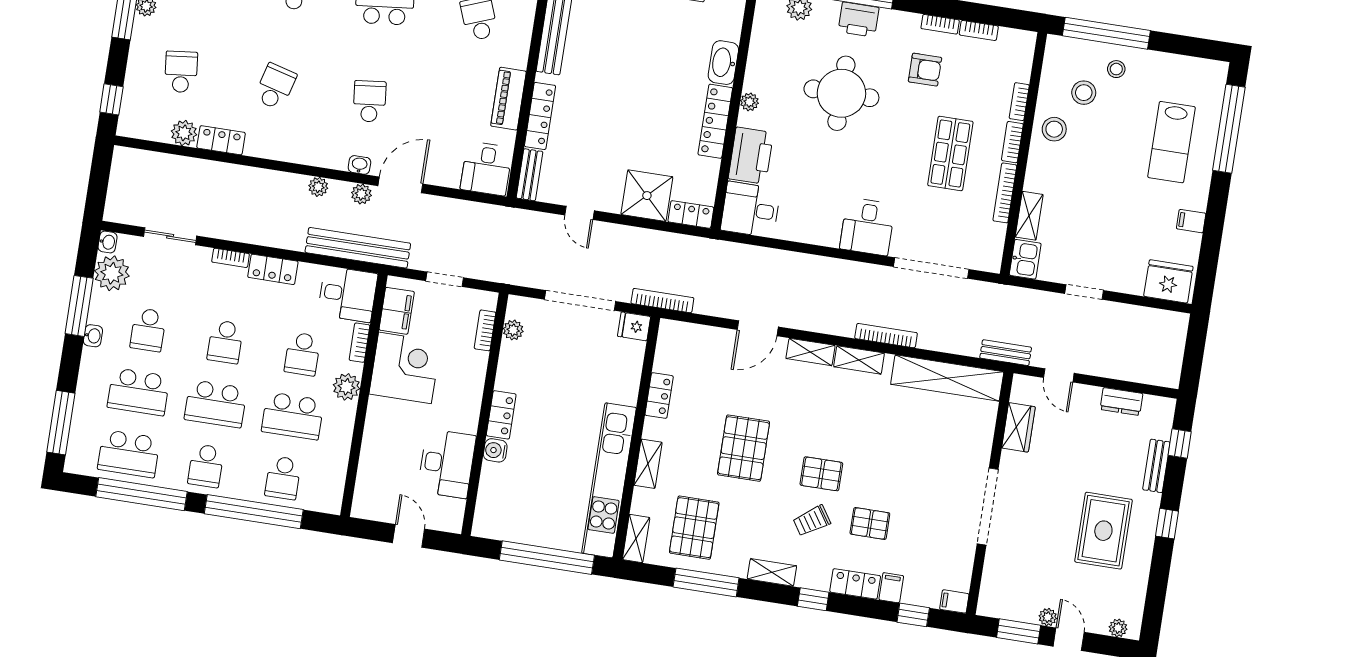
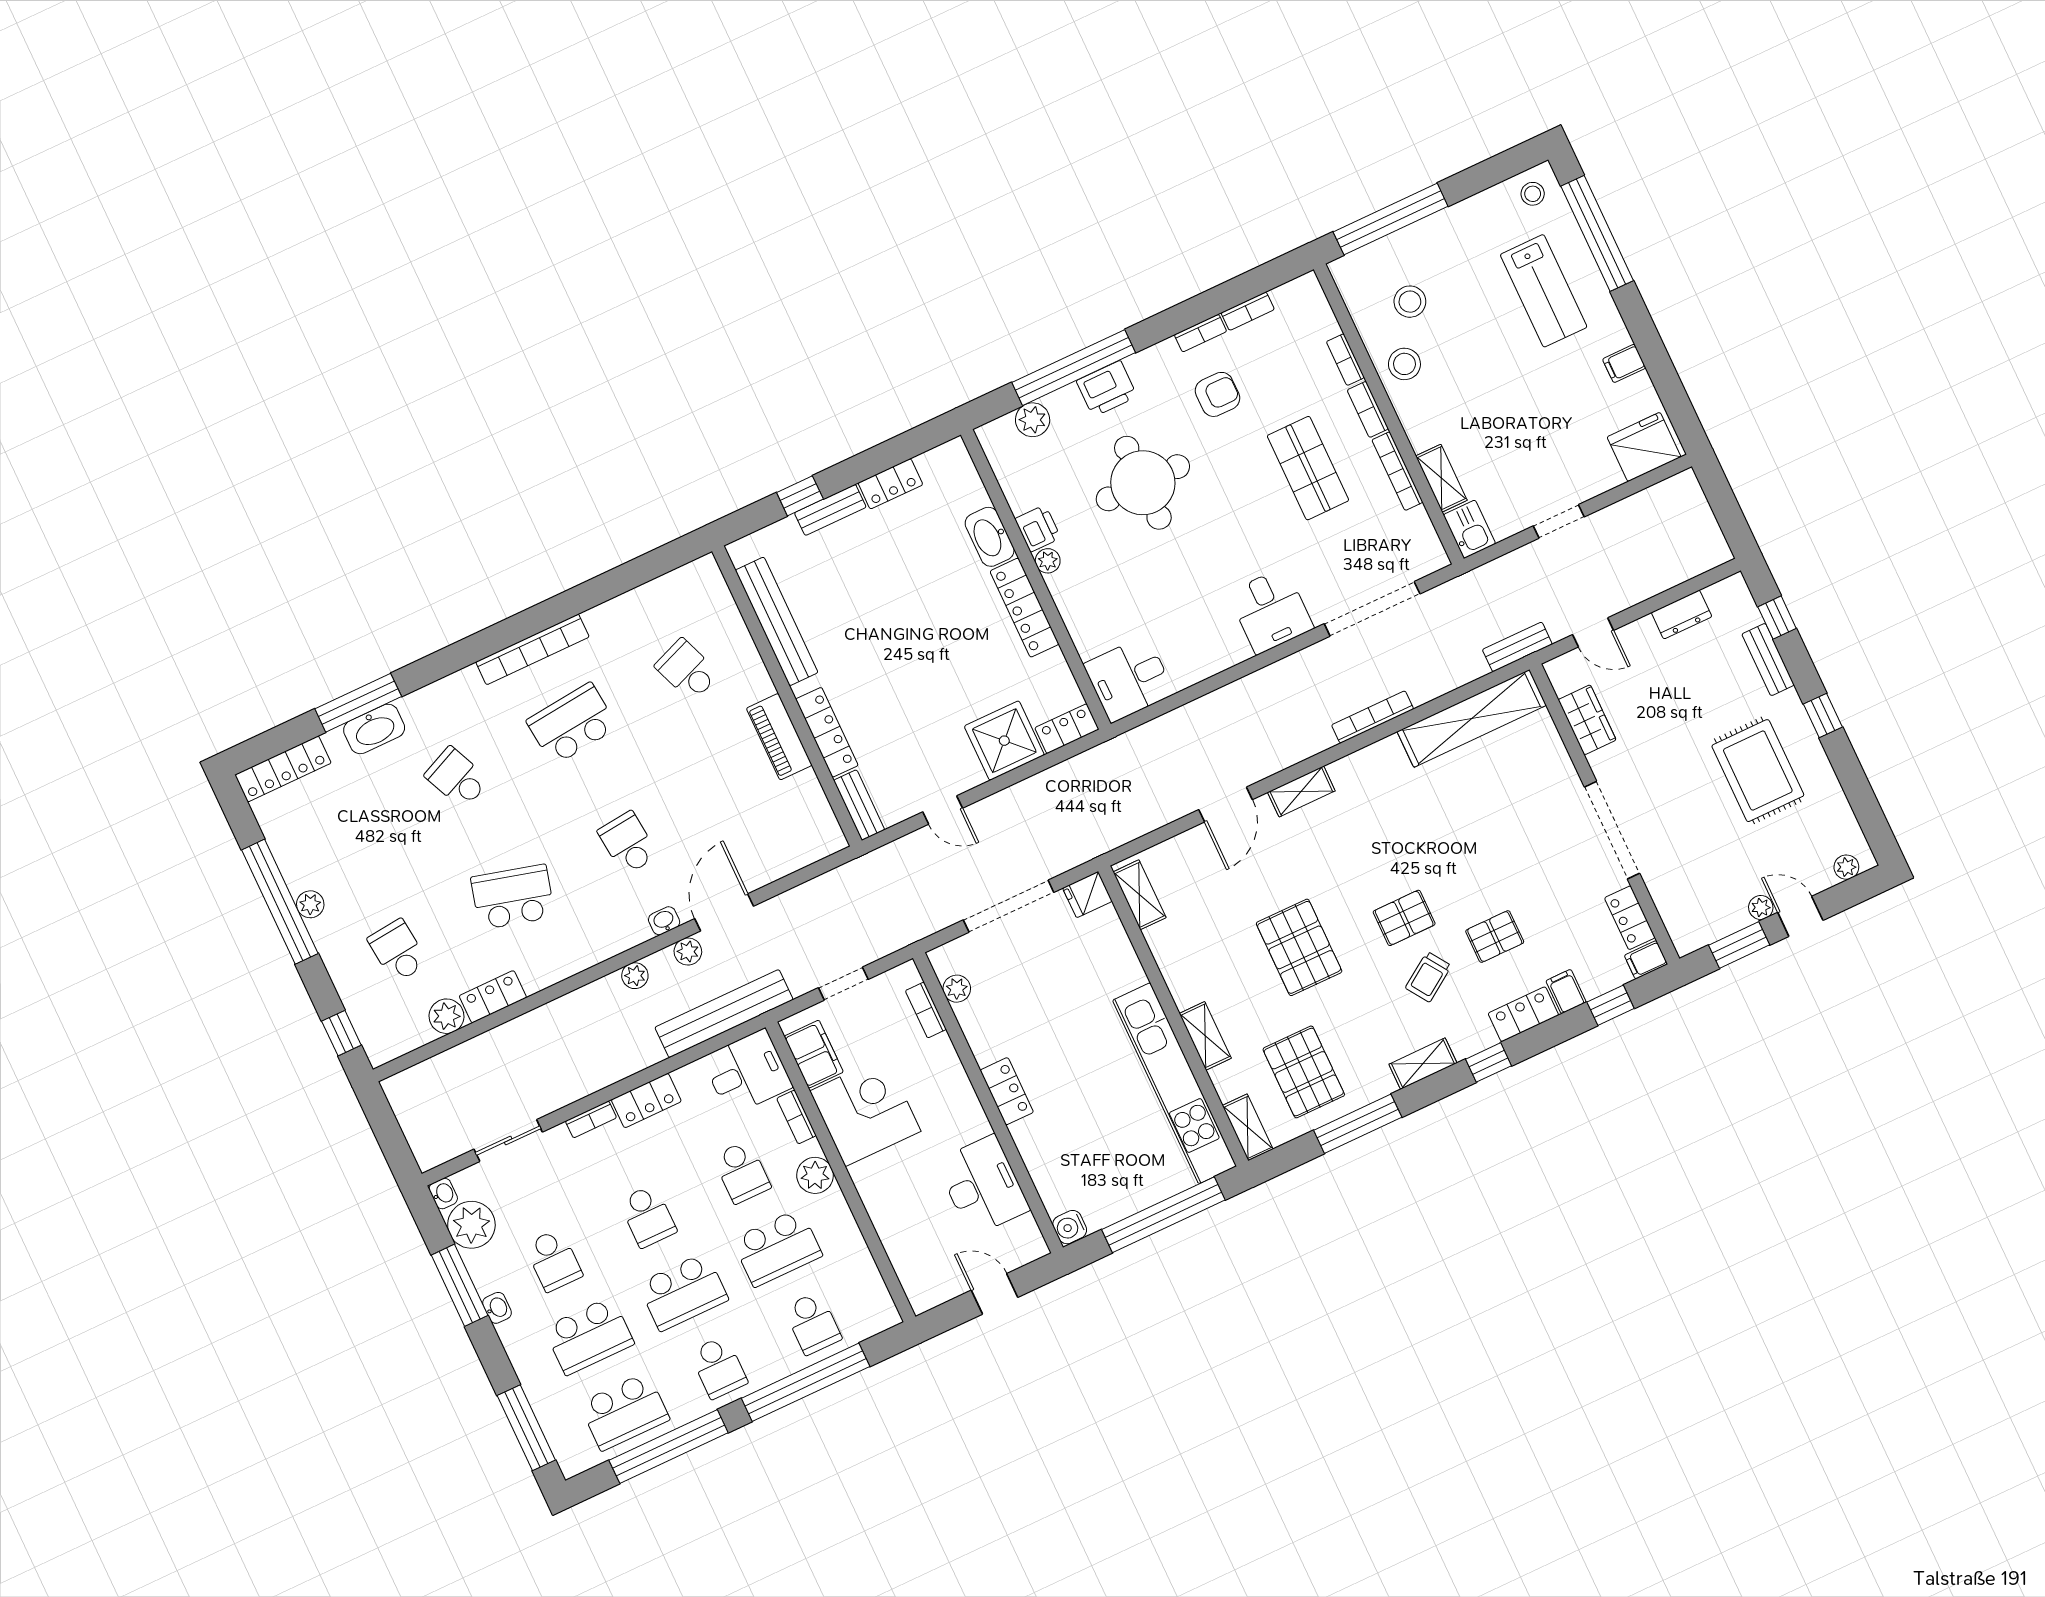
stool: (1116, 69) -> (1533, 194), moved
school desk: (275, 87) -> (513, 897), width x1.85
printer: (751, 156) -> (1038, 528), moved, width x0.53, depth x0.68
desk: (486, 169) -> (807, 830), removed
bookcase: (662, 301) -> (1100, 845), removed
shelving: (859, 360) -> (1139, 895), moved, turned 90
locker: (659, 396) -> (1630, 918), moved, turned 180
water cooler: (495, 450) -> (1070, 1227), moved

